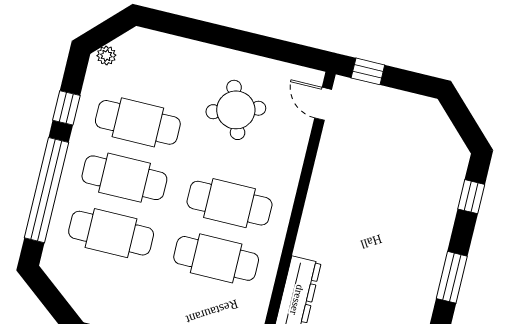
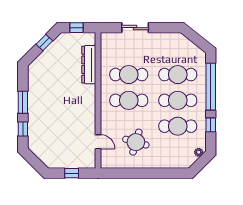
window: (368, 71) -> (72, 173), moved
door: (323, 104) -> (98, 142), moved
round table: (236, 110) -> (136, 142), turned 34
window: (452, 277) -> (23, 102), moved

